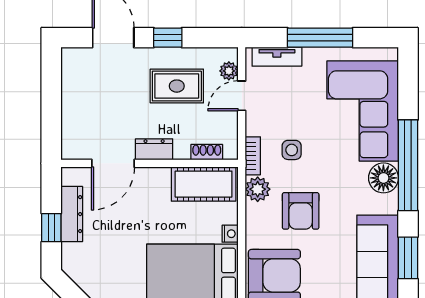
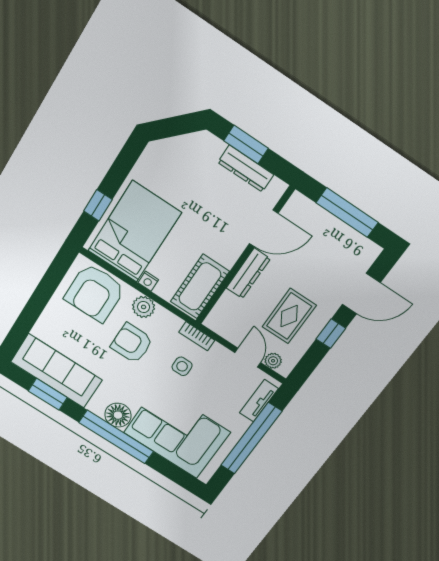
window: (320, 38) -> (251, 438), width x1.46
window: (51, 101) -> (347, 213), added
dresser: (154, 149) -> (248, 273), width x1.44
shoe rack: (207, 152) -> (223, 305), removed
door: (113, 163) -> (264, 228), swing flipped
plant: (258, 189) -> (144, 307), moved
window: (51, 228) -> (246, 145), width x1.50

